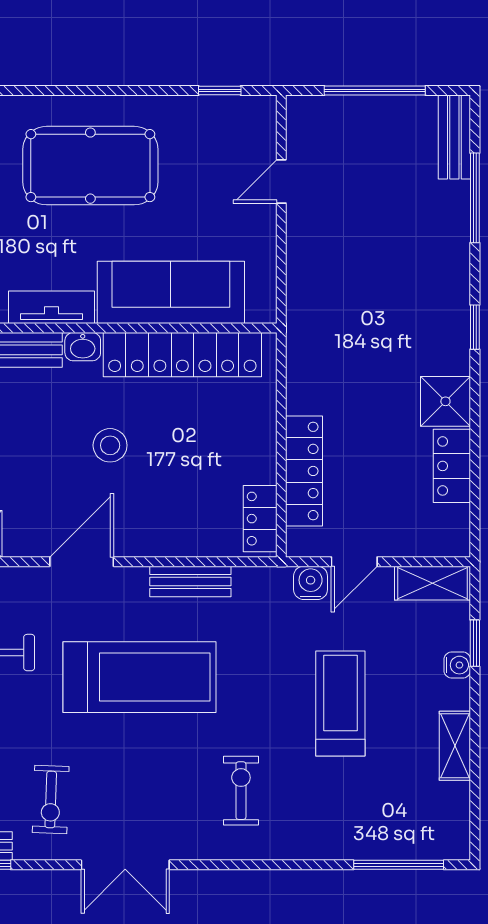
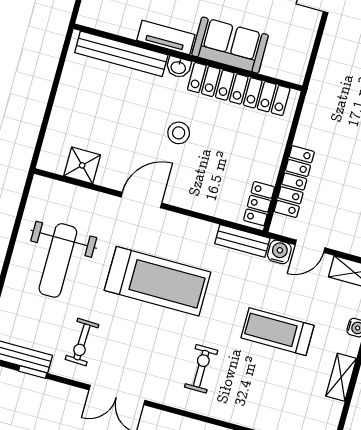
sofa: (171, 292) -> (230, 45), width x0.73
bench: (190, 582) -> (242, 241), moved
treadmill: (340, 703) -> (277, 332), turned -90

